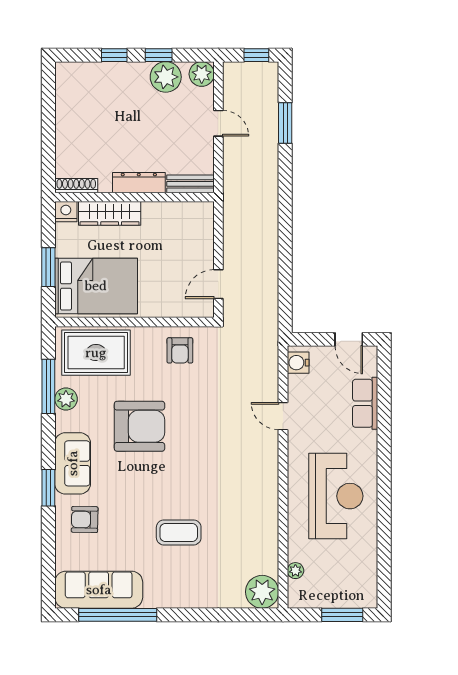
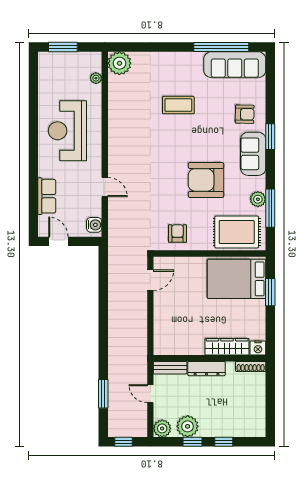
dresser: (139, 183) -> (206, 369), moved
bench: (190, 184) -> (170, 368), moved
shoe rack: (76, 186) -> (251, 366), moved
wall: (134, 197) -> (210, 358), moved
nightstand: (66, 212) -> (258, 348), moved
wardrobe: (110, 213) -> (227, 347), moved

